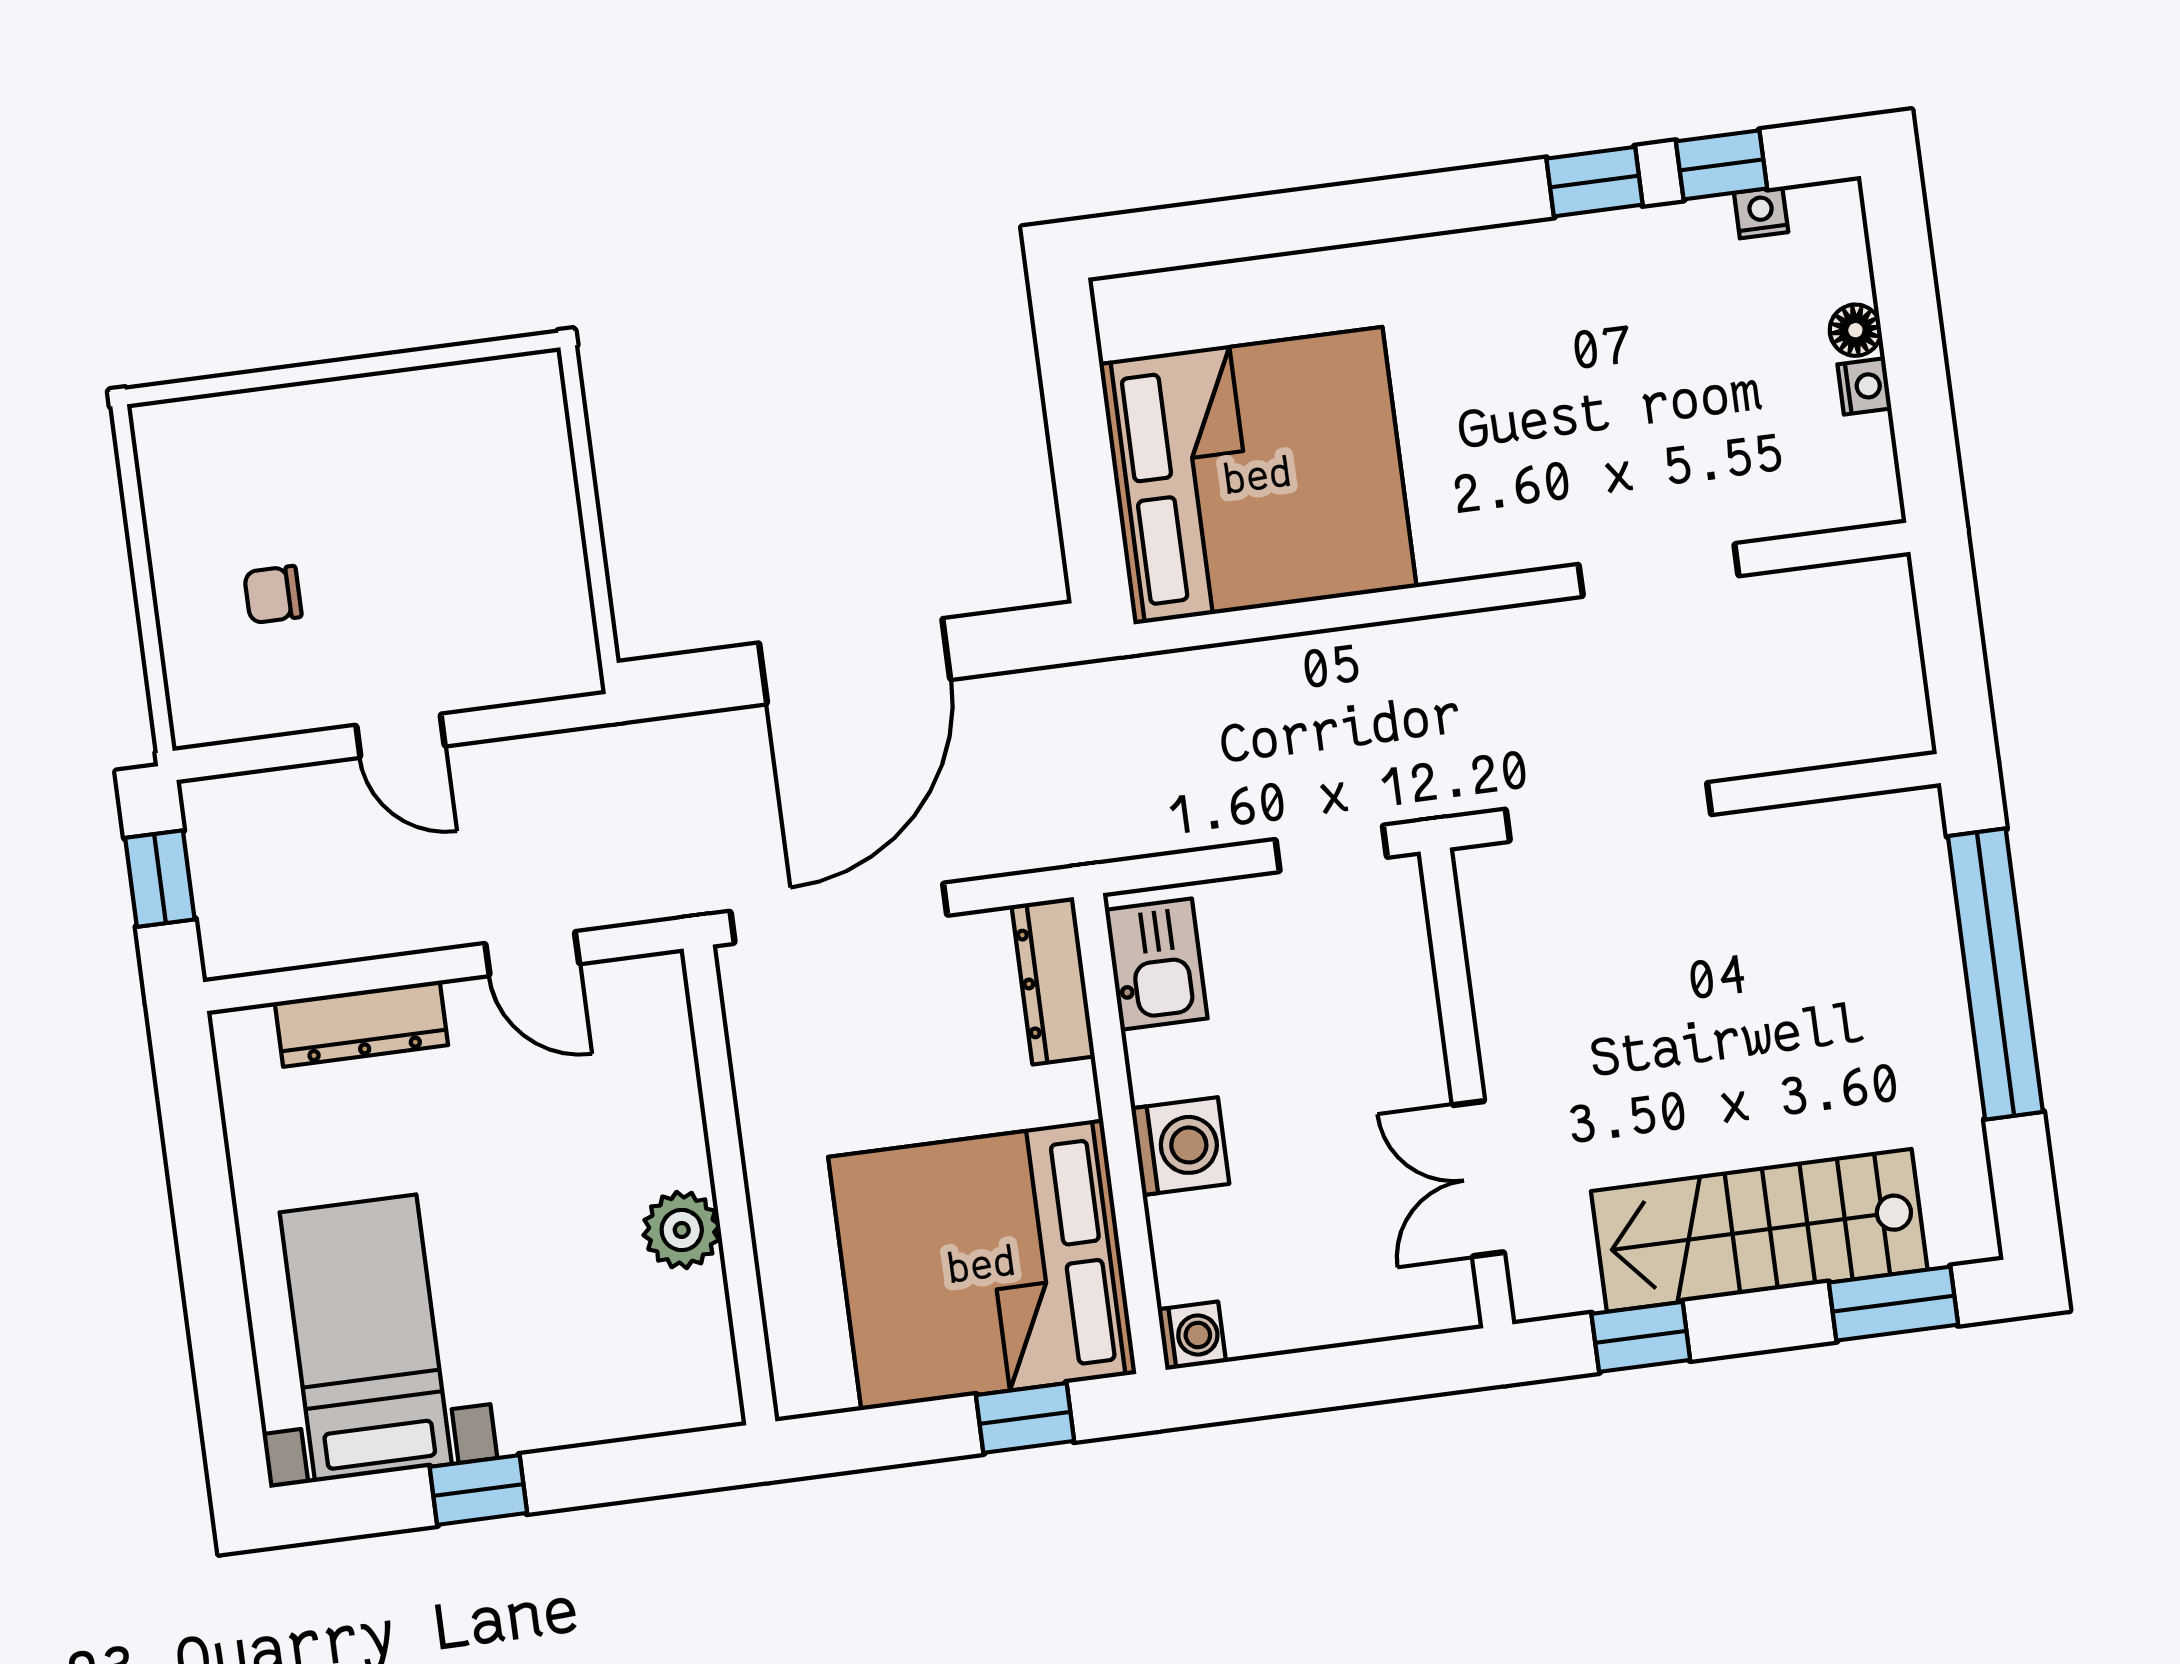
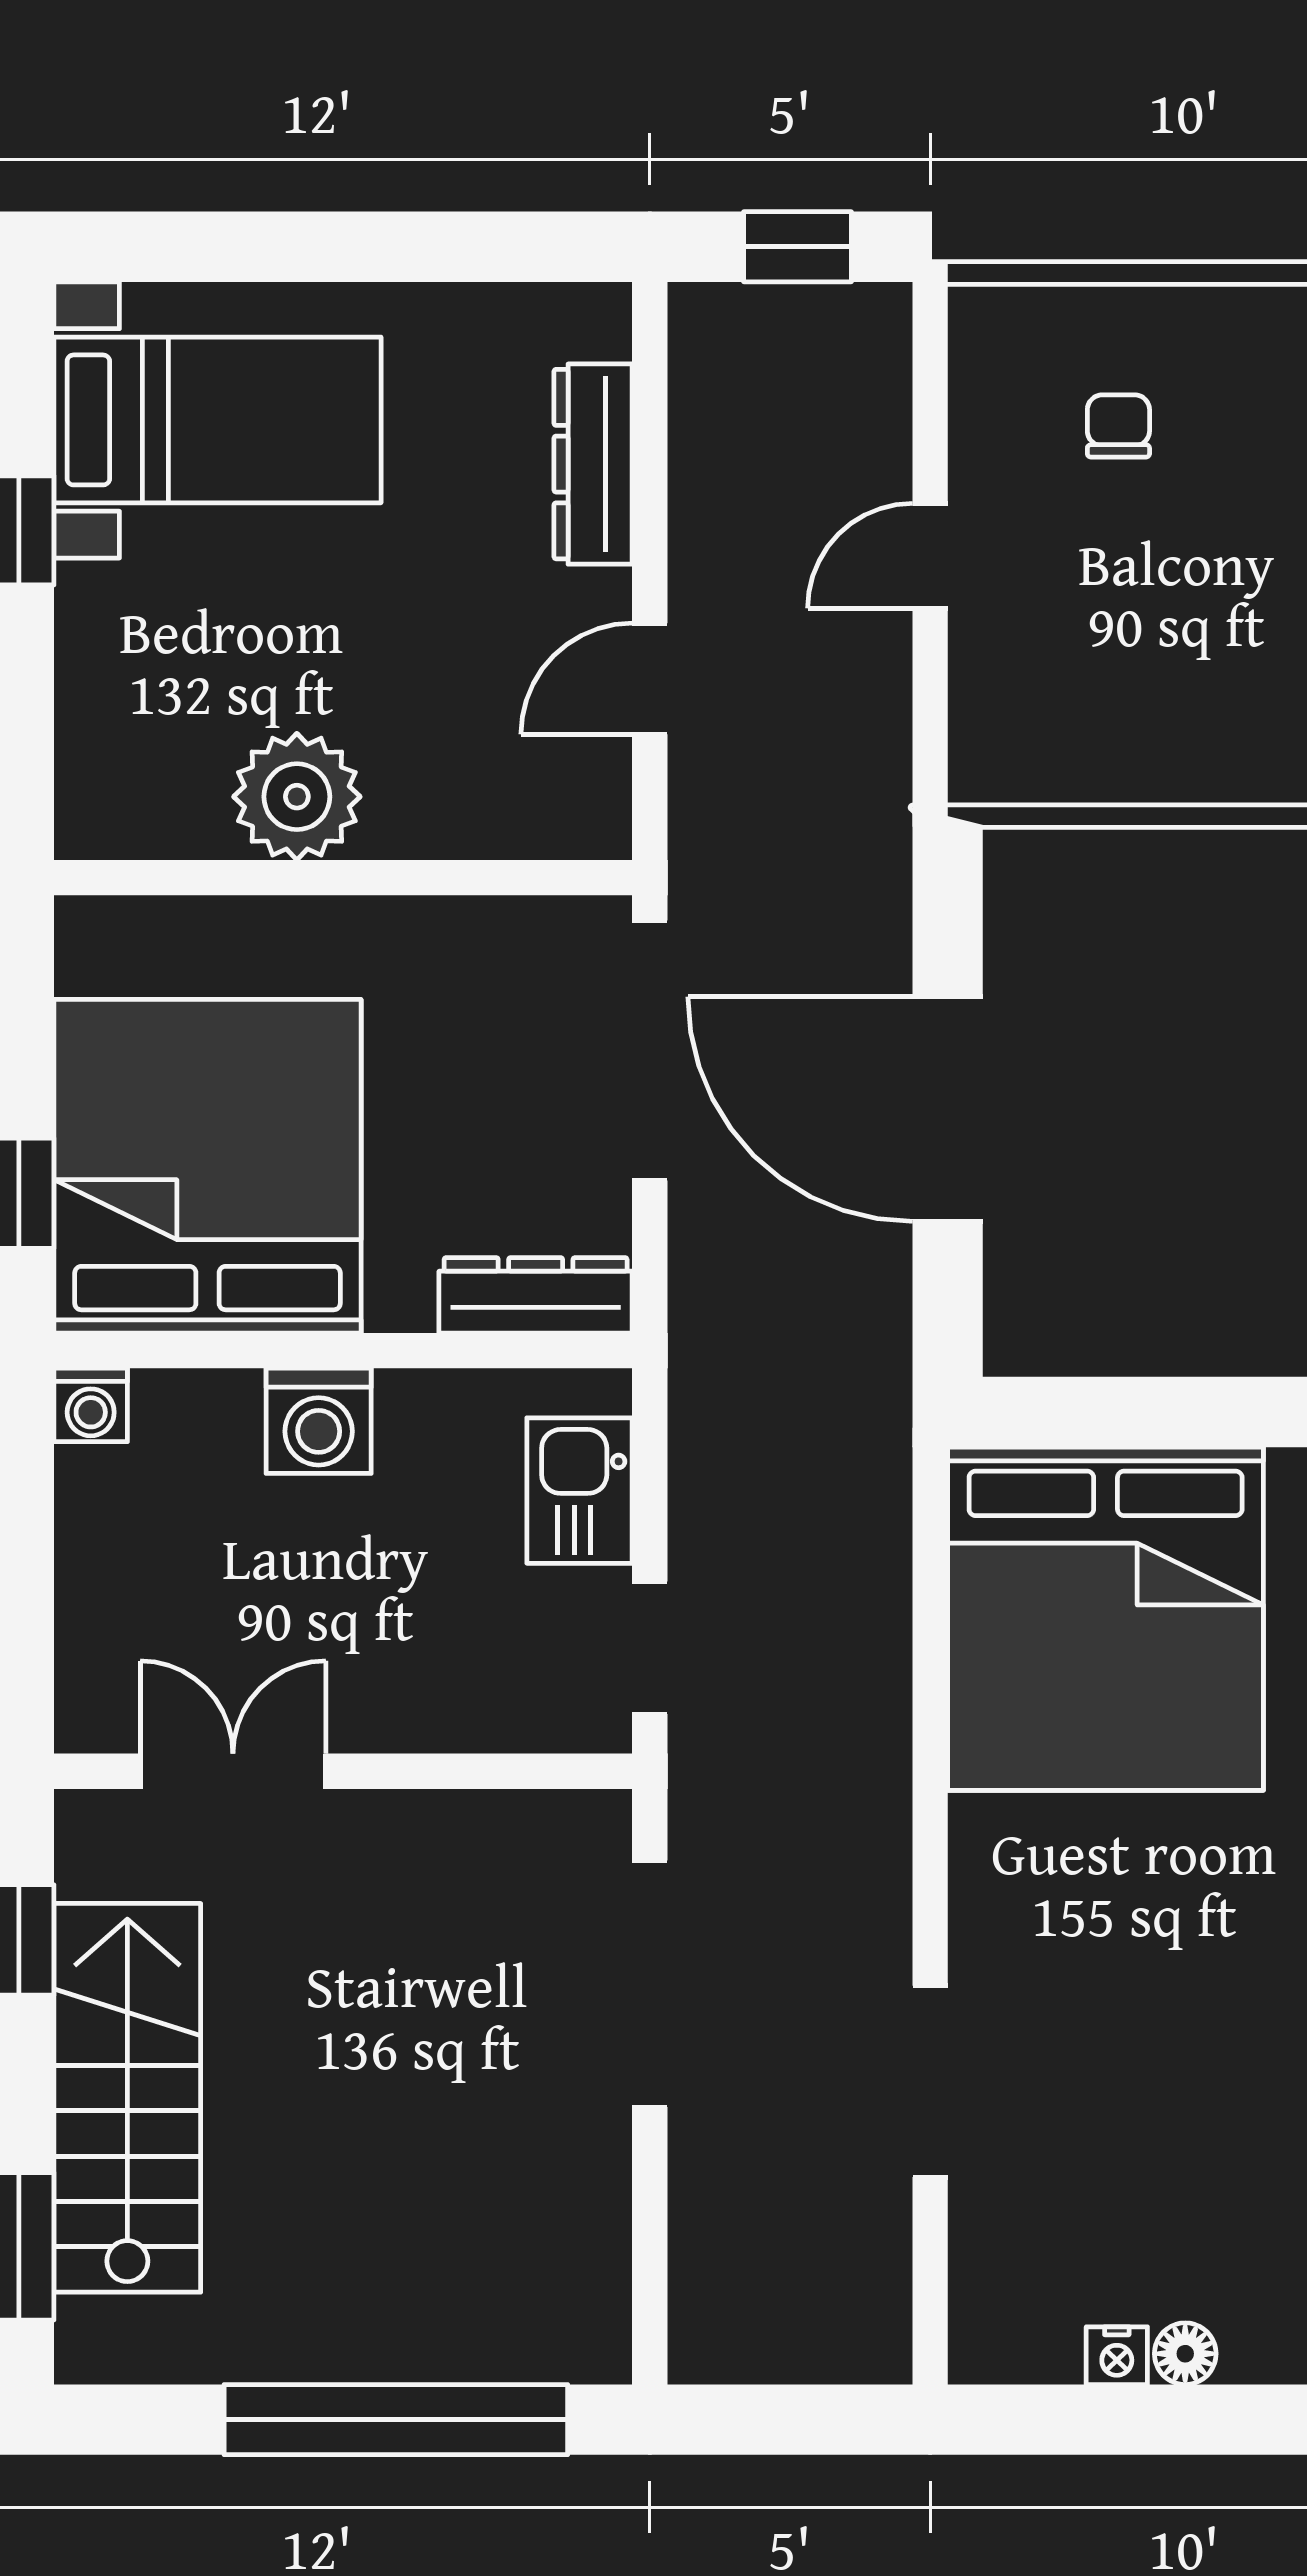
kitchen sink: (1156, 964) -> (580, 1491), moved, turned 90
plant: (682, 1230) -> (297, 797), width x1.36, depth x1.36

